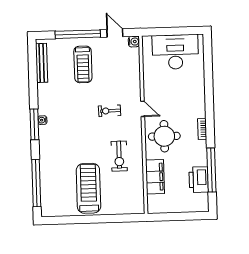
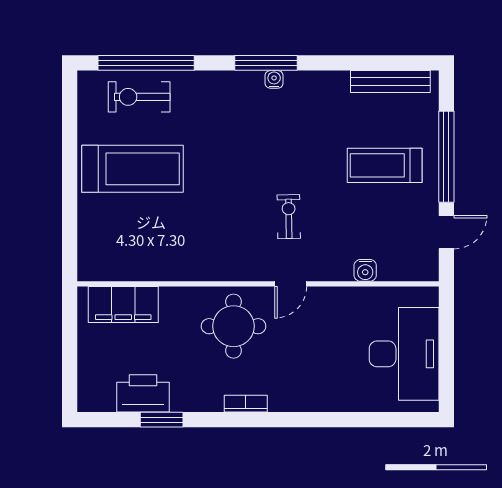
water cooler: (134, 42) -> (365, 270), moved
exercise bike: (119, 156) -> (139, 97), moved
window: (211, 170) -> (162, 420), width x0.47
filing cabinet: (155, 177) -> (123, 305), moved

